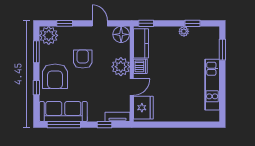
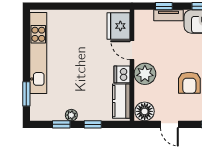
window: (146, 23) -> (93, 124), moved
kitchen unit: (212, 85) -> (38, 53), width x1.36
door: (132, 87) -> (132, 50), hinge flipped
tv unit: (118, 117) -> (169, 15), moved

